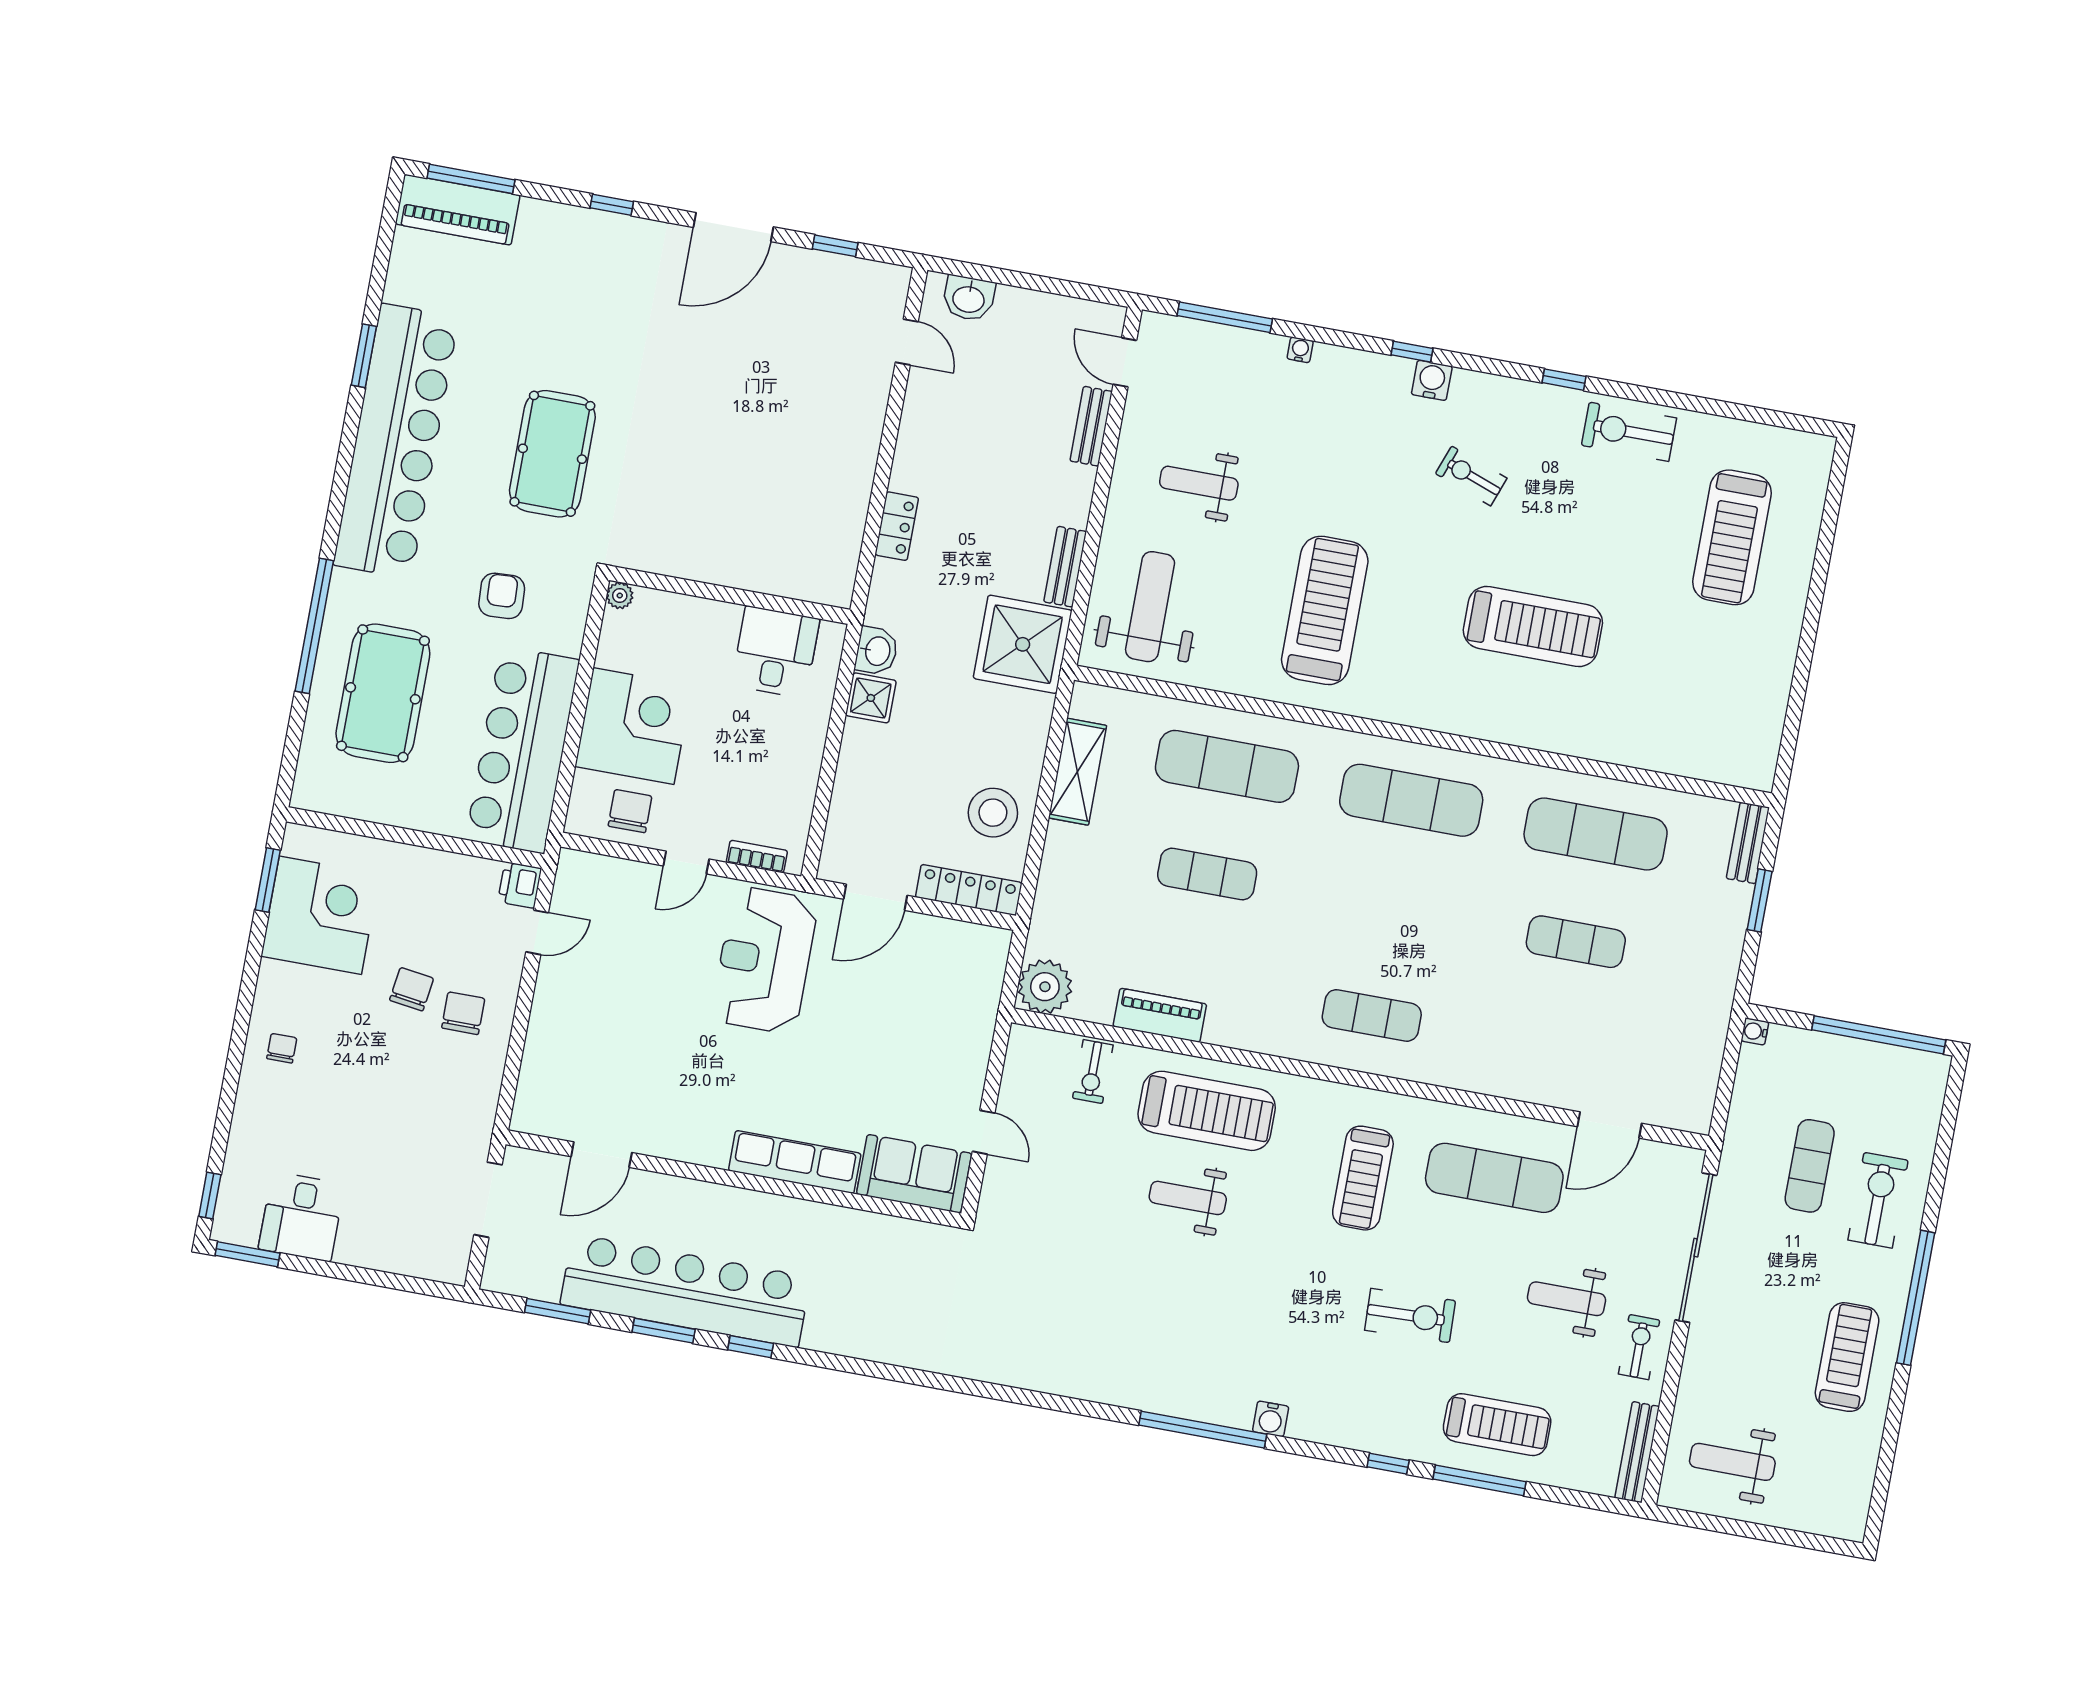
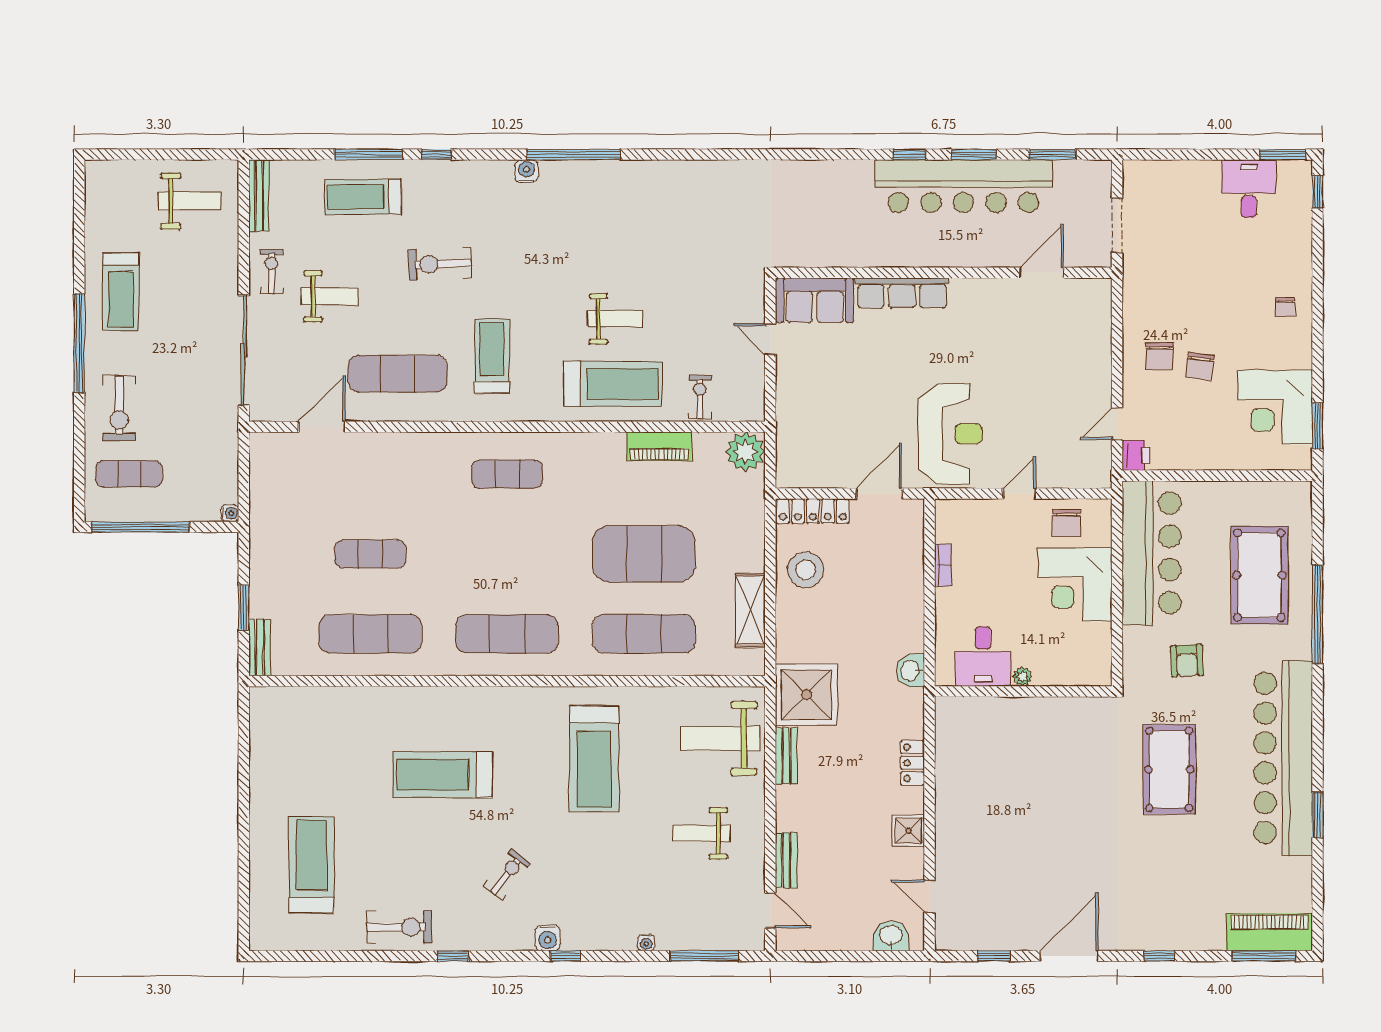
exercise bike: (1471, 476) -> (507, 875), turned -73
weight bench: (1199, 483) -> (701, 833), turned 180
plant: (620, 596) -> (1022, 677), moved
weight bench: (1150, 607) -> (720, 738), turned 90
shower: (871, 698) -> (908, 831), moved
bookcase: (757, 856) -> (943, 565), moved, turned -90
exercise mat: (1207, 874) -> (644, 554), width x2.00, depth x1.45
treadmill: (1207, 1111) -> (613, 384), turned 180
exercise mat: (1810, 1166) -> (129, 474), moved, turned 90
exercise bike: (1639, 1347) -> (271, 271), turned 180

